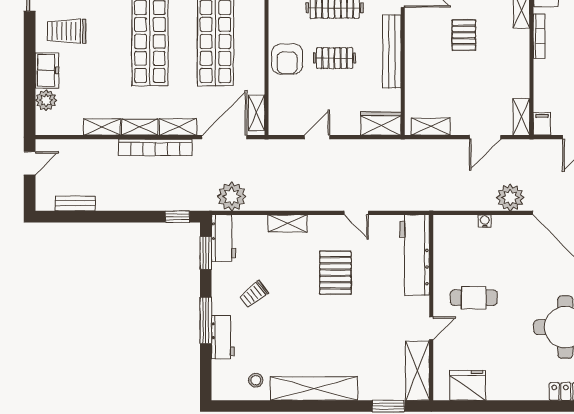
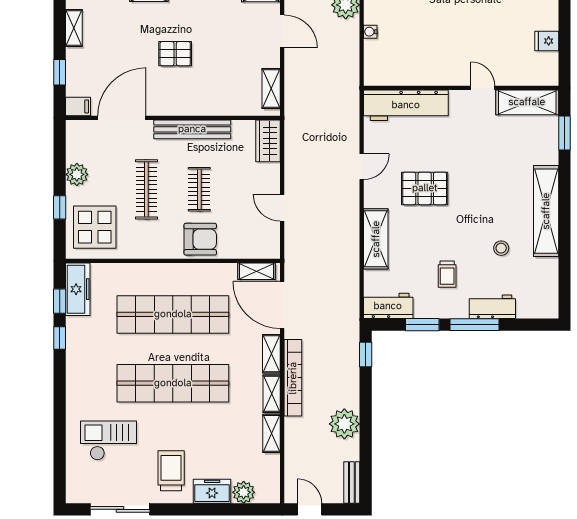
trolley: (67, 31) -> (171, 471), turned 180
plant: (232, 196) -> (344, 424), moved
bench: (75, 203) -> (352, 483), moved
shelving: (287, 223) -> (376, 239), width x1.50, depth x1.33
window: (206, 253) -> (422, 325), moved
trolley: (254, 294) -> (447, 274), turned 38
cafe table: (474, 298) -> (451, 43), removed
stool: (256, 380) -> (501, 248), moved
fridge: (468, 385) -> (547, 41), width x0.53, depth x0.75

